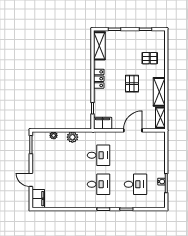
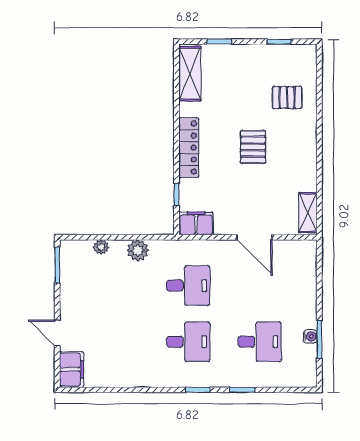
locker: (99, 79) -> (189, 148), width x1.53
shelving: (159, 92) -> (306, 163), removed
door: (133, 130) -> (255, 237), swing flipped

